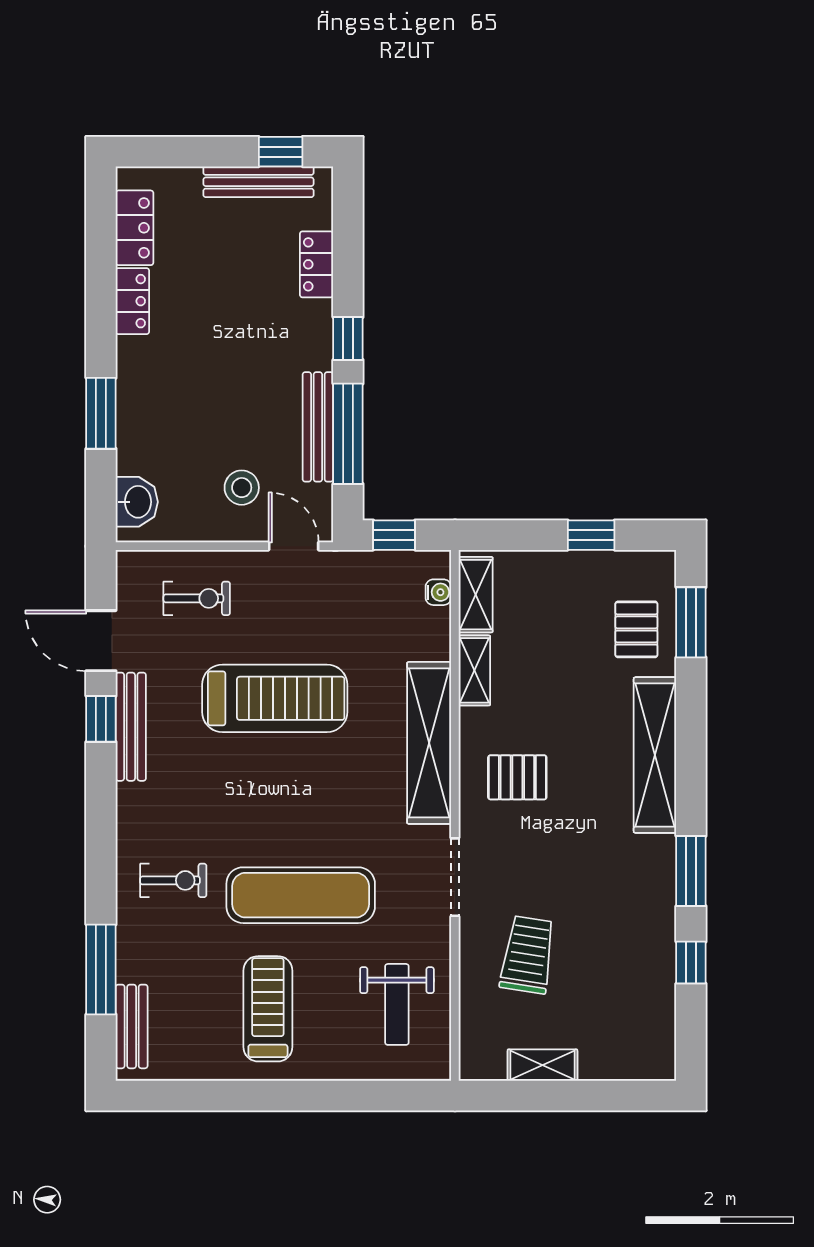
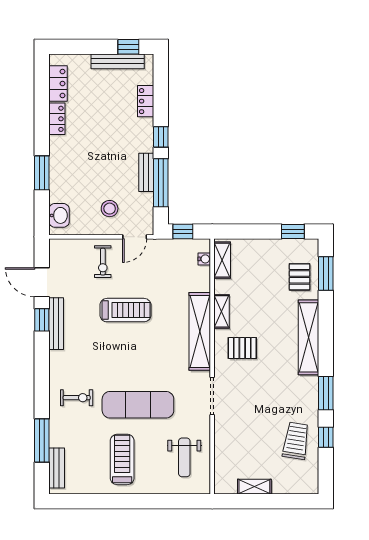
bench: (318, 427) -> (146, 172), width x0.73
window: (591, 535) -> (293, 231), moved
door: (294, 546) -> (135, 237), swing flipped
exercise bike: (197, 598) -> (103, 262), moved, turned 90
shelving: (474, 670) -> (222, 311), moved
treadmill: (275, 698) -> (125, 310), width x0.73, depth x0.73
trolley: (528, 955) -> (296, 441), moved

